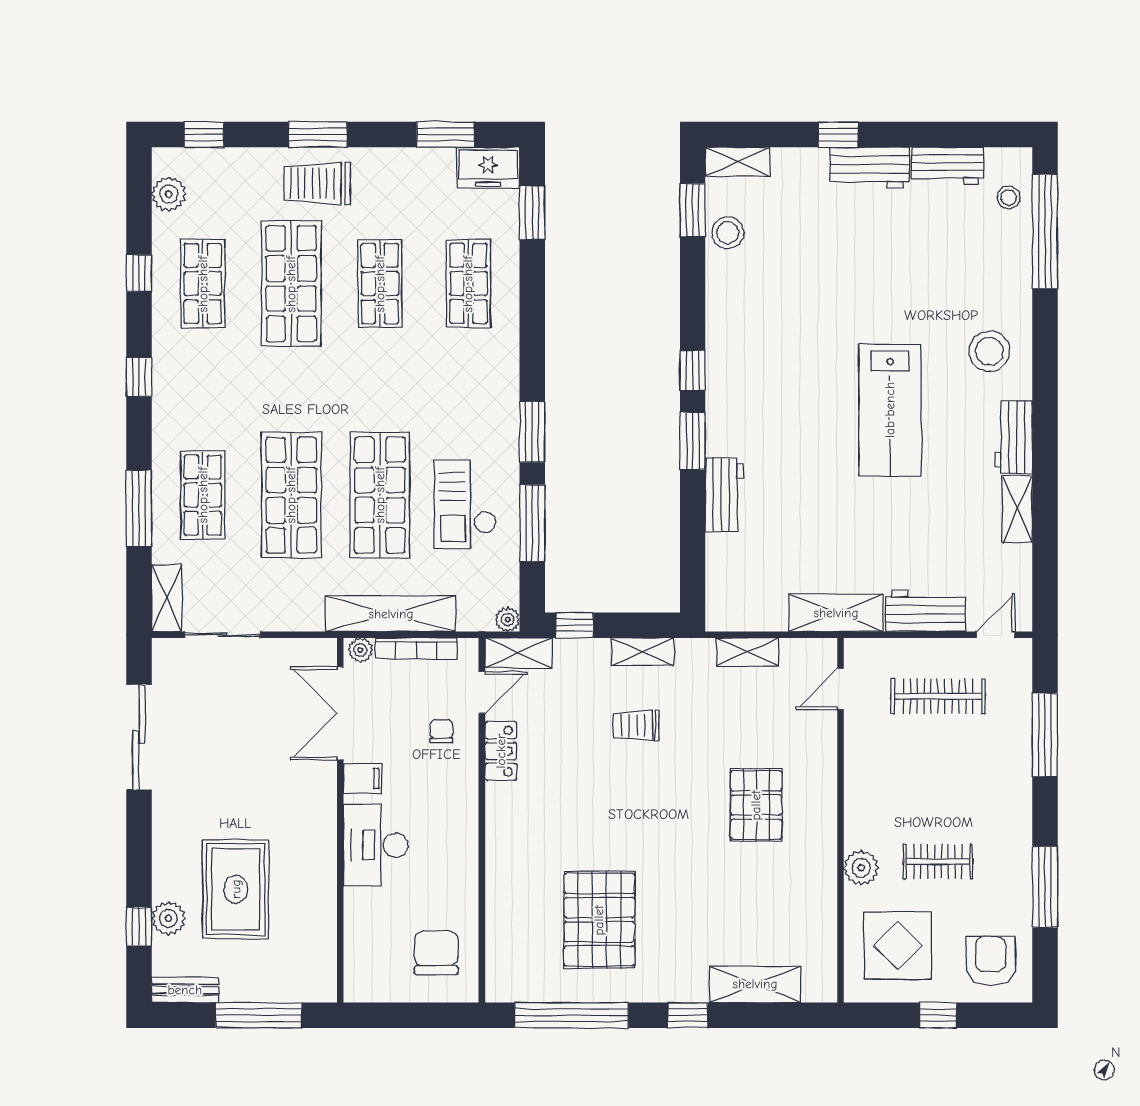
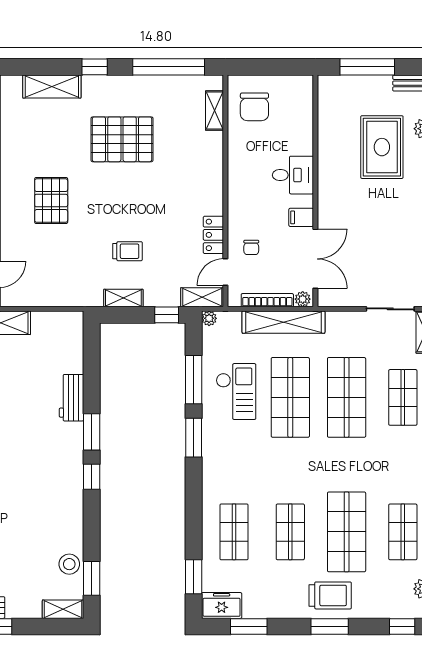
shelving: (747, 652) -> (215, 111), moved, turned 90
desk: (376, 845) -> (293, 175), width x0.73
pallet: (599, 920) -> (122, 139), moved, turned 90

